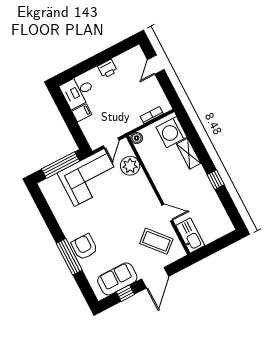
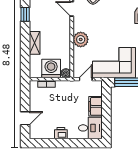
filing cabinet: (82, 113) -> (95, 106), width x2.00
washing machine: (172, 132) -> (51, 69), moved, turned -90
plant: (130, 166) -> (81, 39), moved

